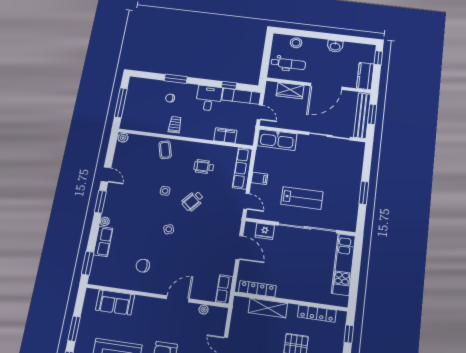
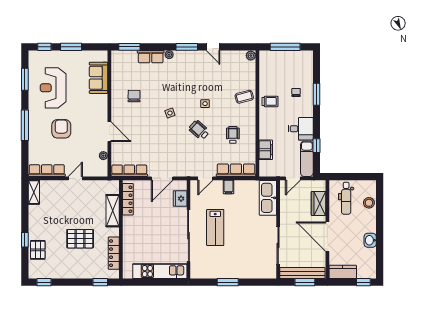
door: (106, 175) -> (213, 47), hinge flipped
row of seats: (224, 289) -> (129, 171), width x1.48

